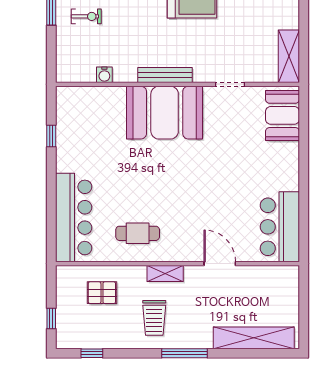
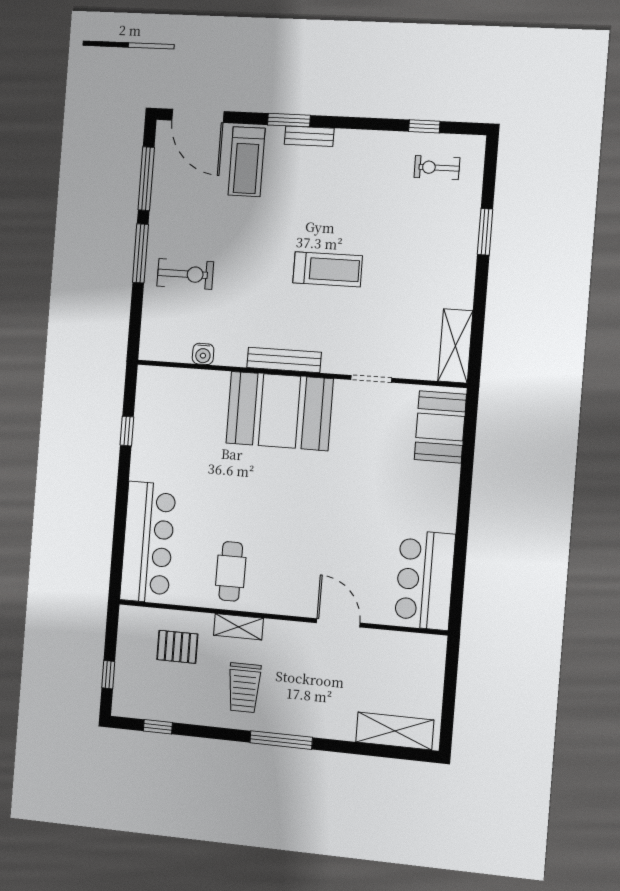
exercise bike: (86, 16) -> (185, 274), width x1.38, depth x1.39
cafe table: (138, 233) -> (231, 571), turned 90
shelving: (165, 273) -> (238, 627), moved
shelving: (254, 338) -> (395, 731), width x0.68

